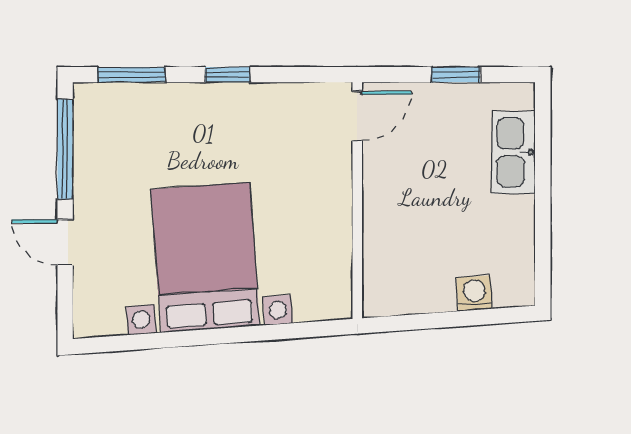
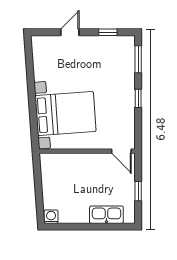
window: (65, 149) -> (108, 32), width x0.46
bed with nightstands: (205, 257) -> (65, 114), moved
washing machine: (474, 293) -> (51, 217), moved, turned -86

